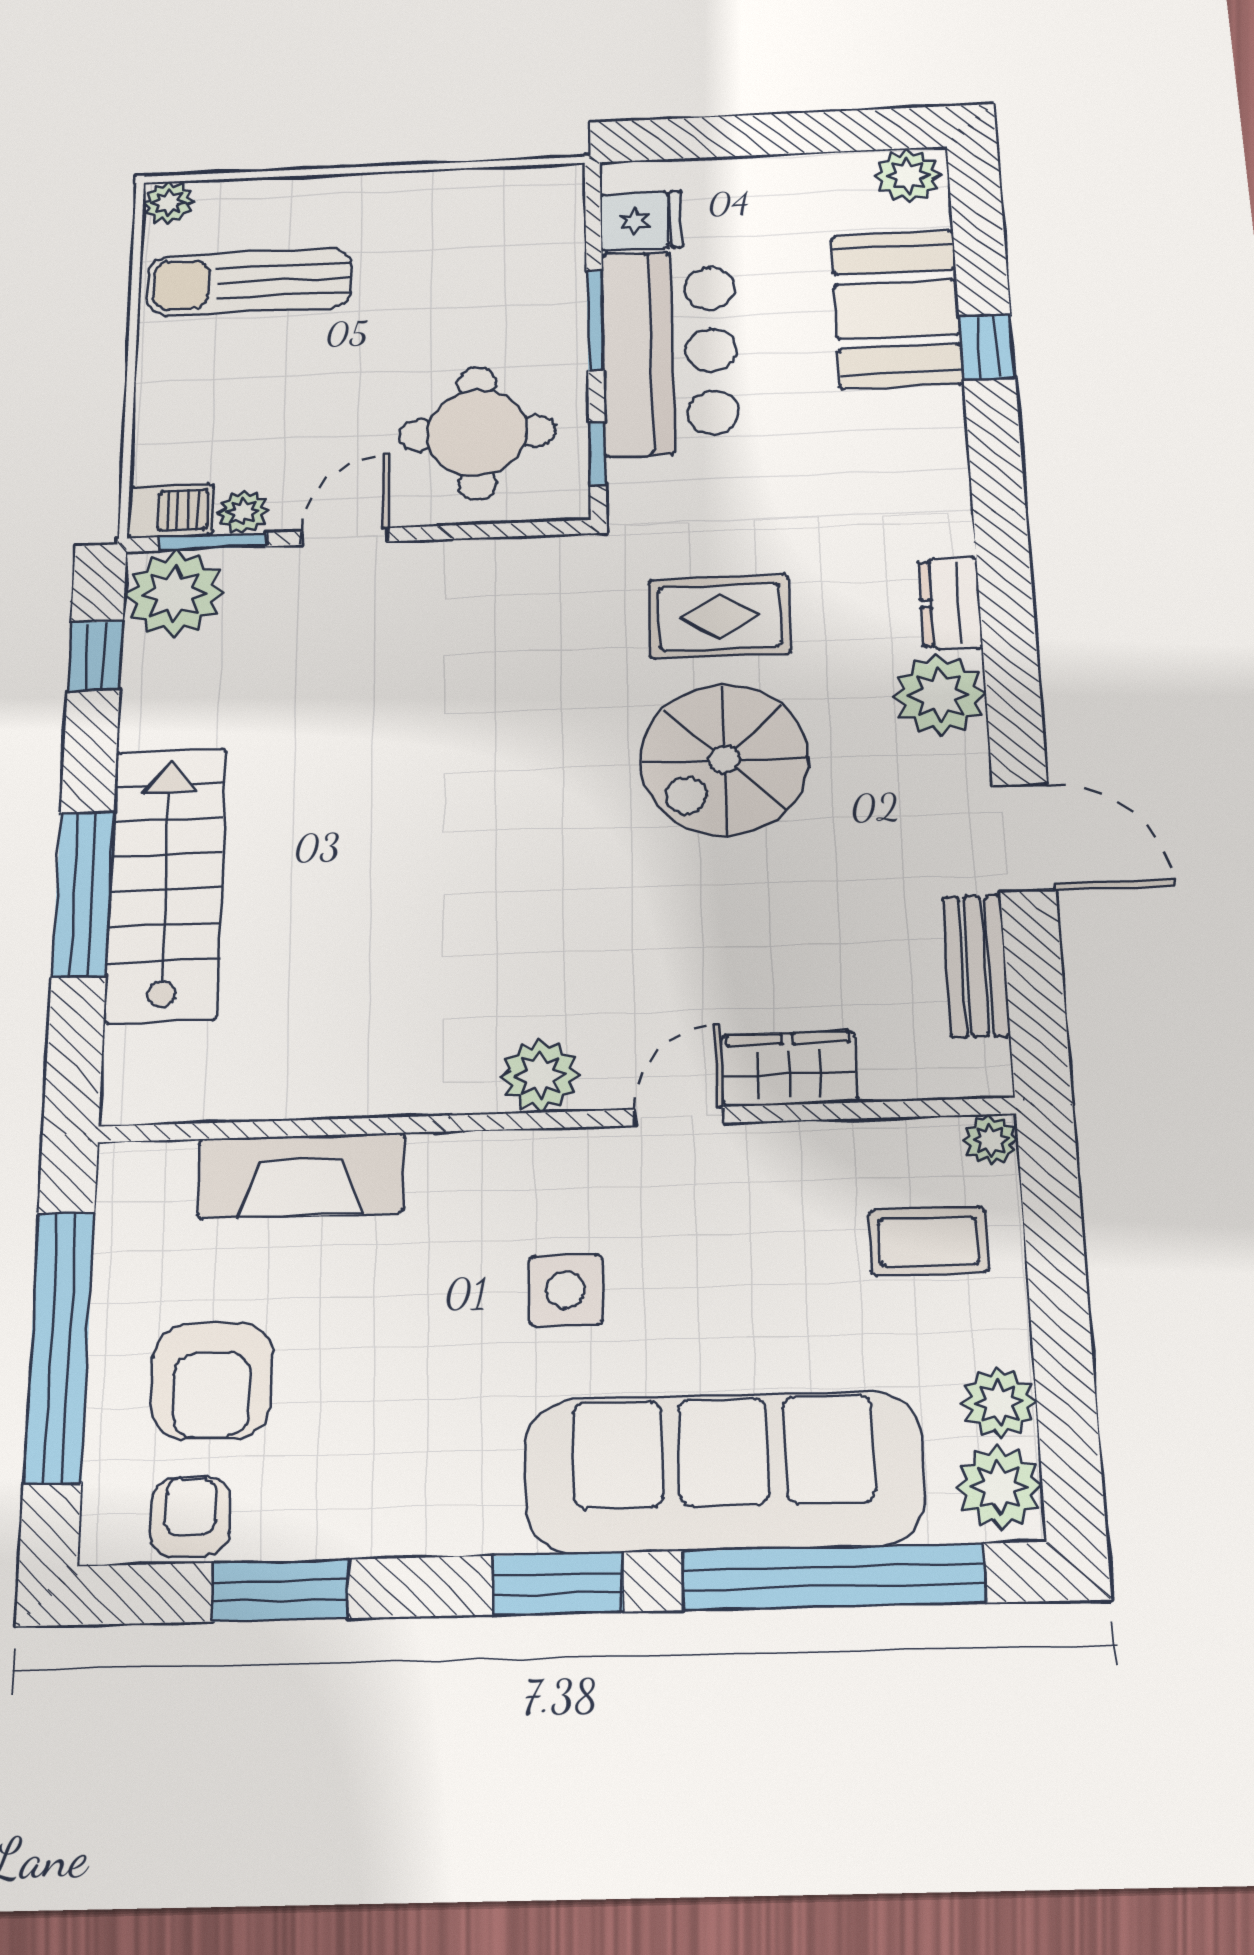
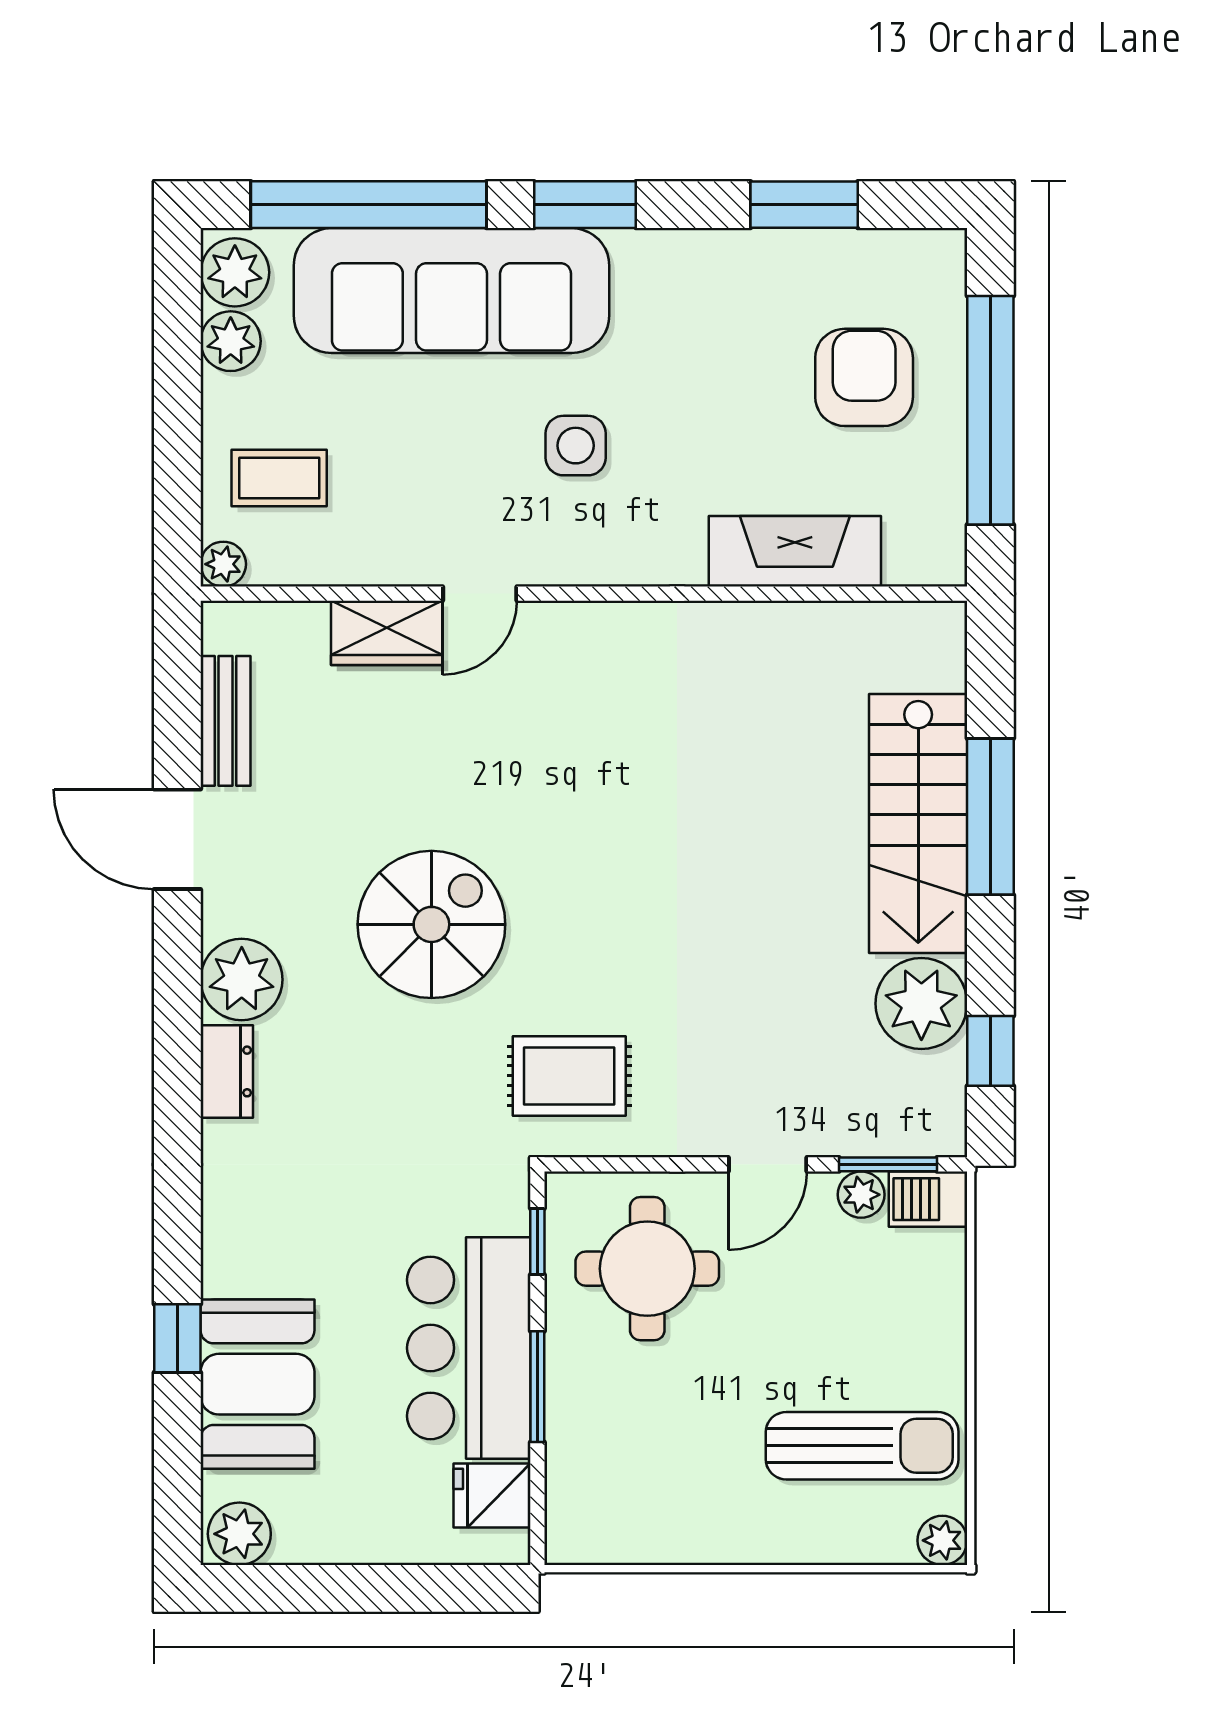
plant: (174, 594) -> (921, 1004), moved
rug: (720, 617) -> (569, 1076), moved
plant: (540, 1075) -> (595, 634), removed
armchair: (190, 1516) -> (878, 266), removed

